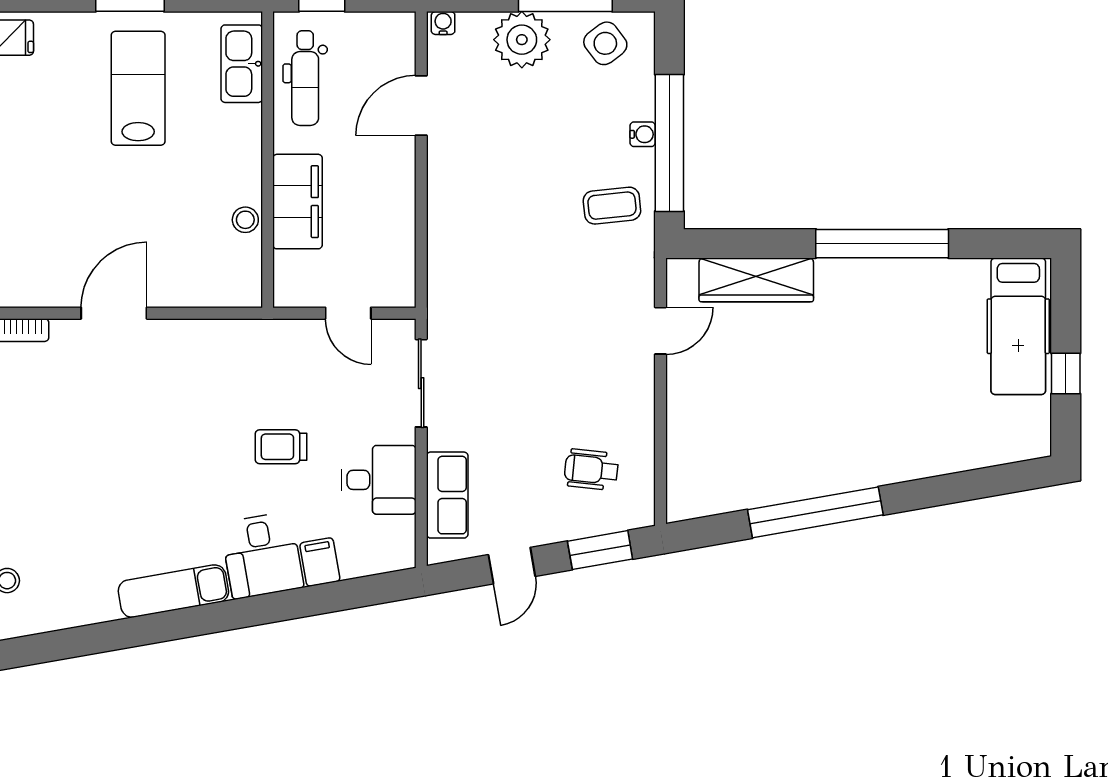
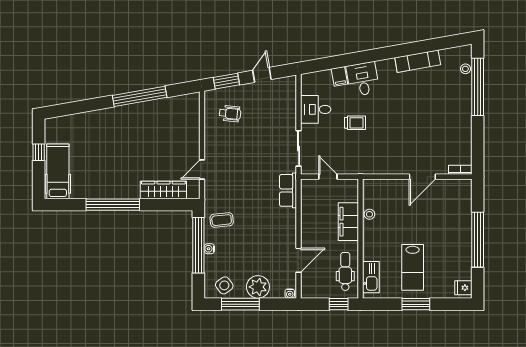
row of seats: (447, 495) -> (288, 190), moved
exam couch: (173, 591) -> (418, 61), moved

